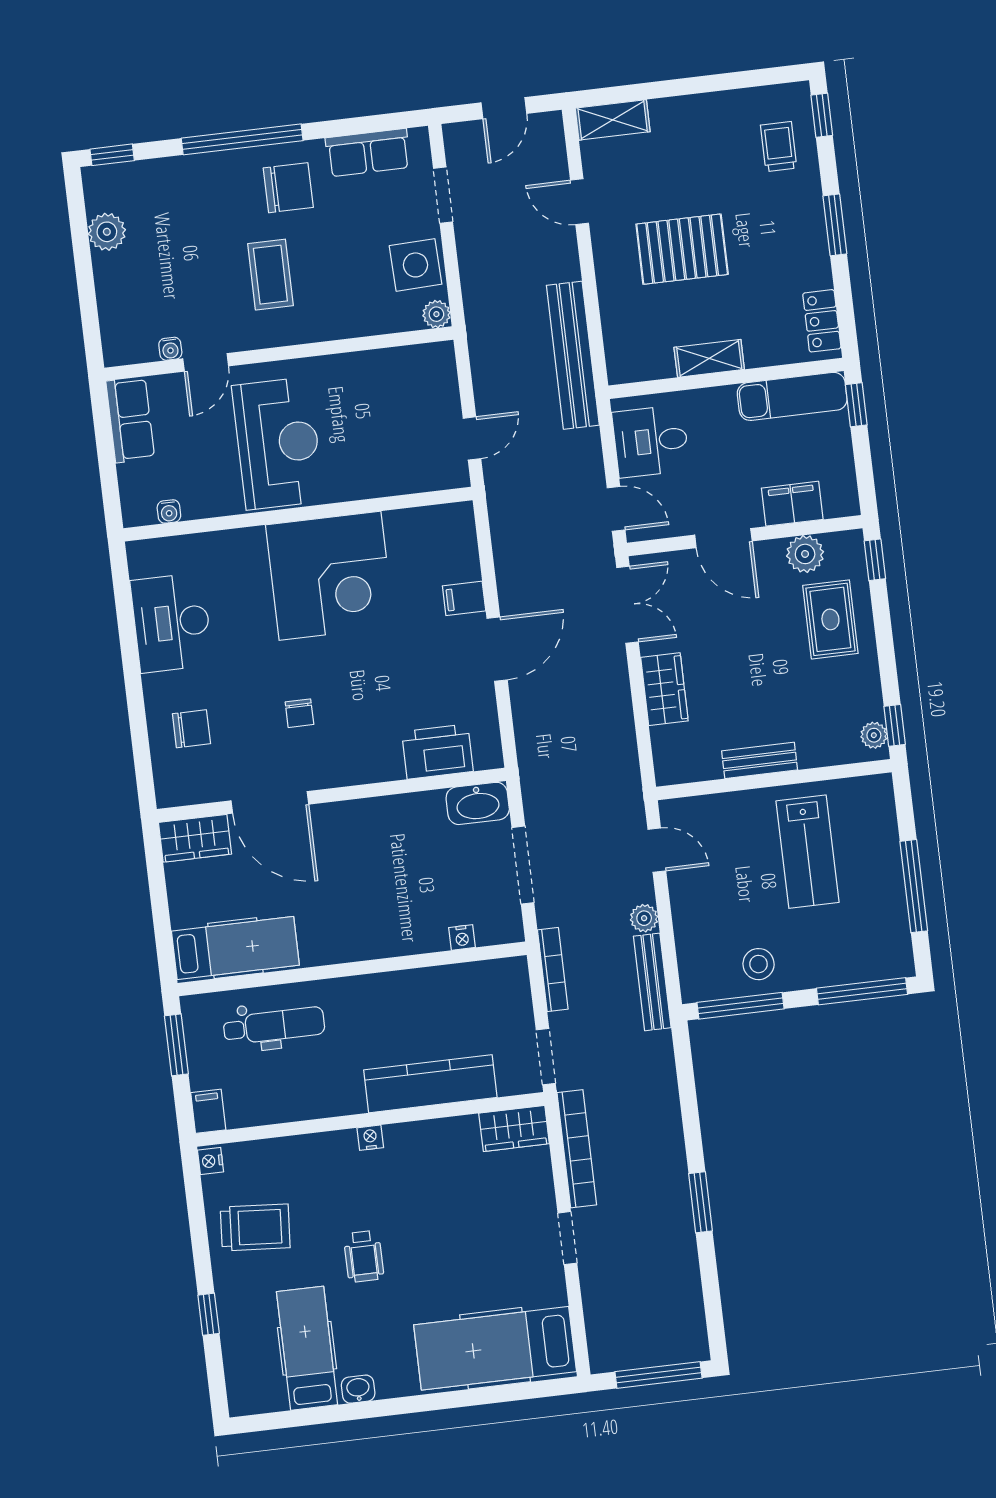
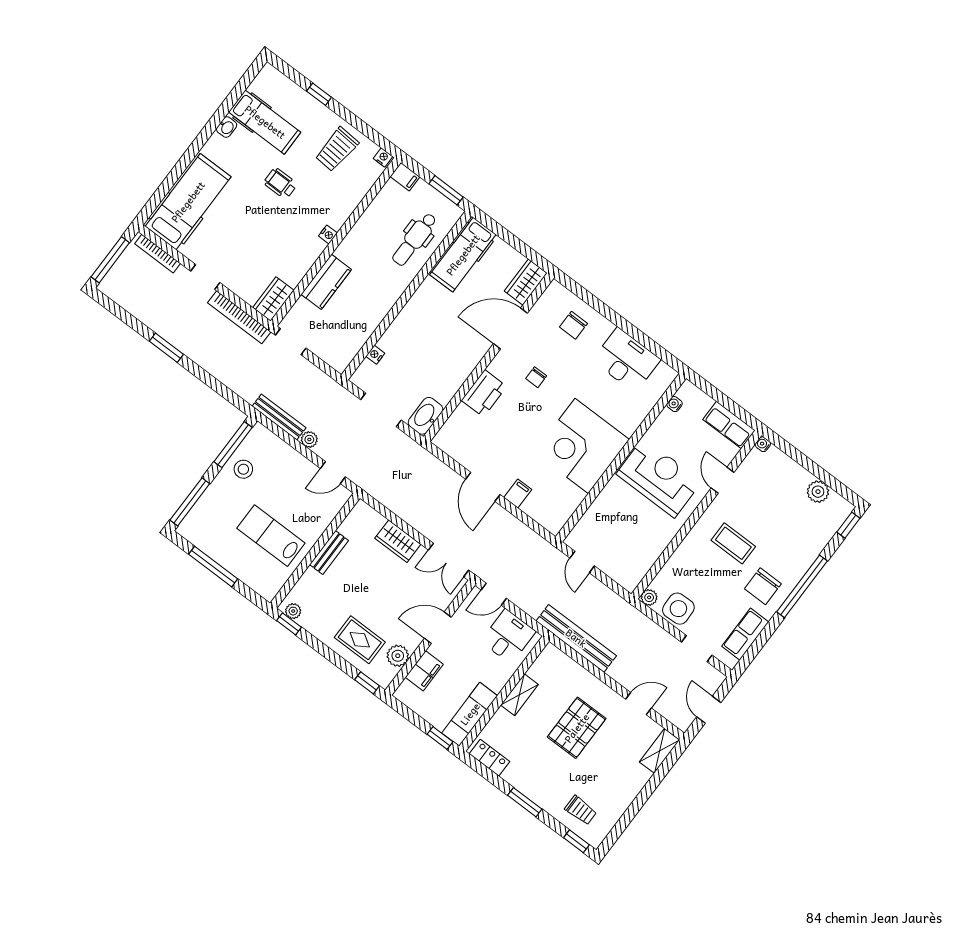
water cooler: (170, 349) -> (763, 444), moved
reception desk: (278, 443) -> (659, 478), turned 180
chair: (299, 713) -> (536, 377), turned -90
printer: (437, 752) -> (484, 393), moved
bookcase: (553, 970) -> (158, 254), moved
kitchen counter: (430, 1084) -> (326, 282), width x0.67

